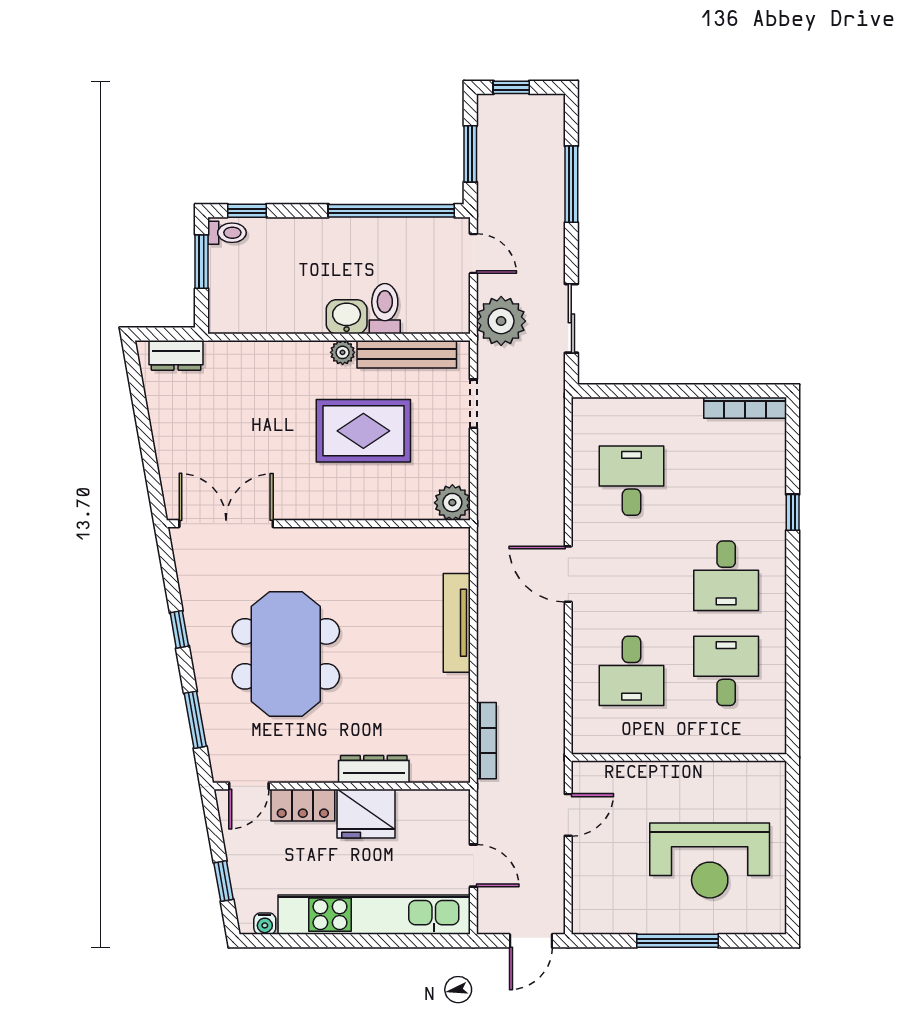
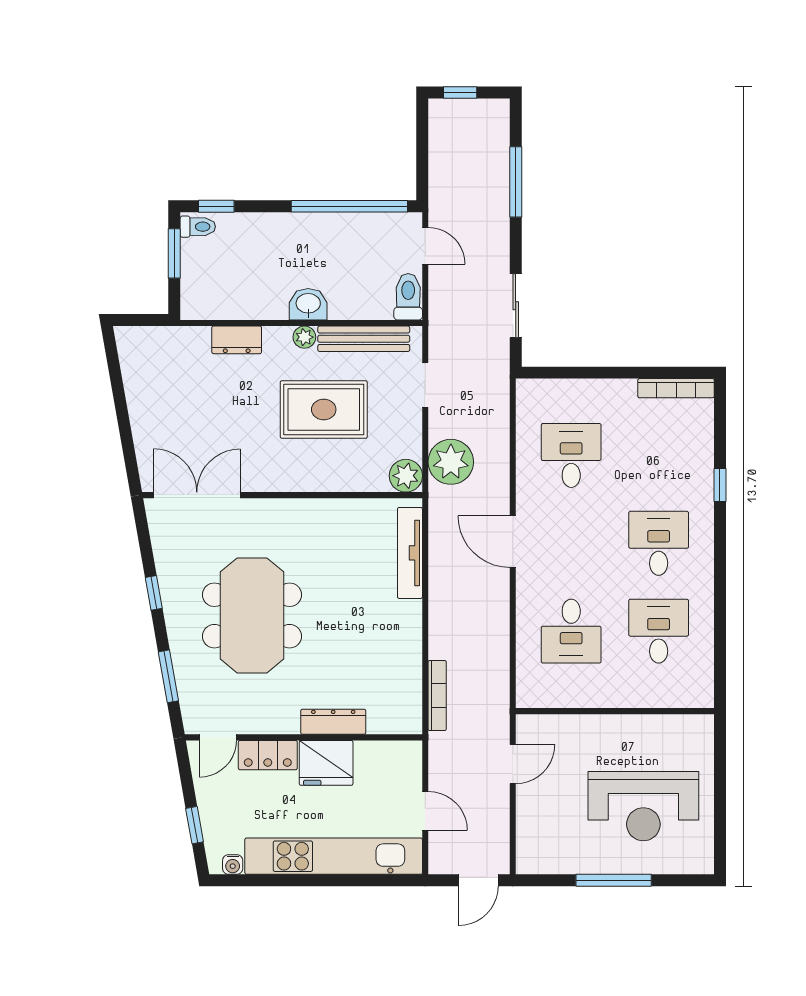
window: (470, 154) -> (422, 154), removed
toilet: (385, 309) -> (408, 297), moved
plant: (501, 321) -> (451, 462), moved
dresser: (176, 355) -> (237, 340), moved
desk: (726, 576) -> (659, 543), turned 180
tv unit: (457, 623) -> (410, 553), moved

